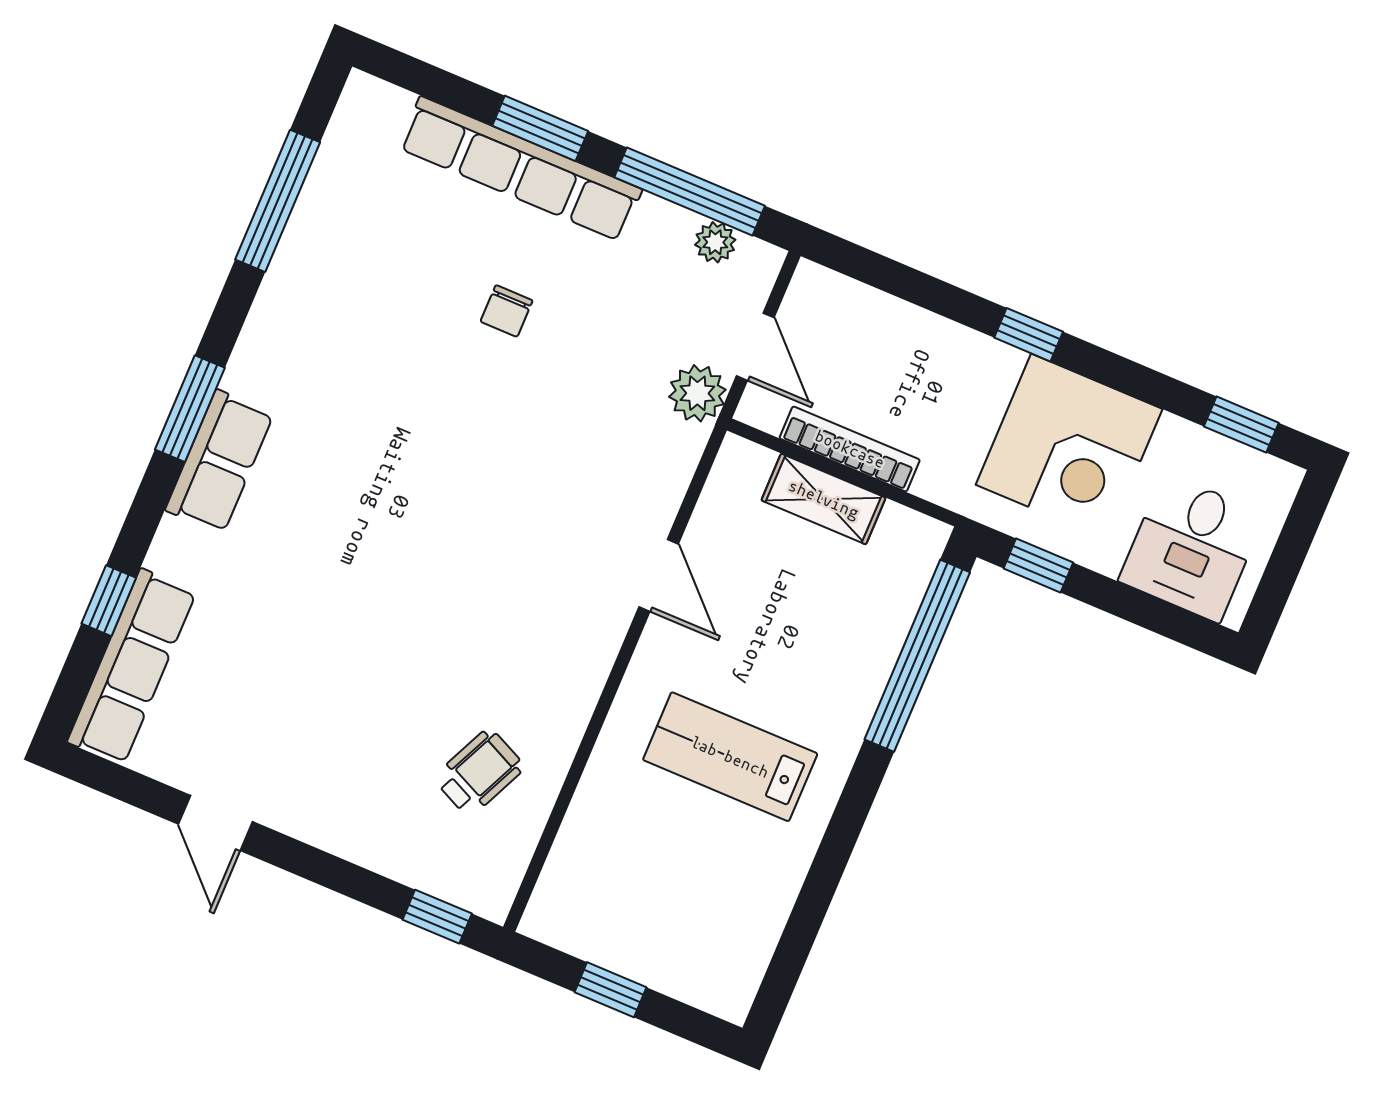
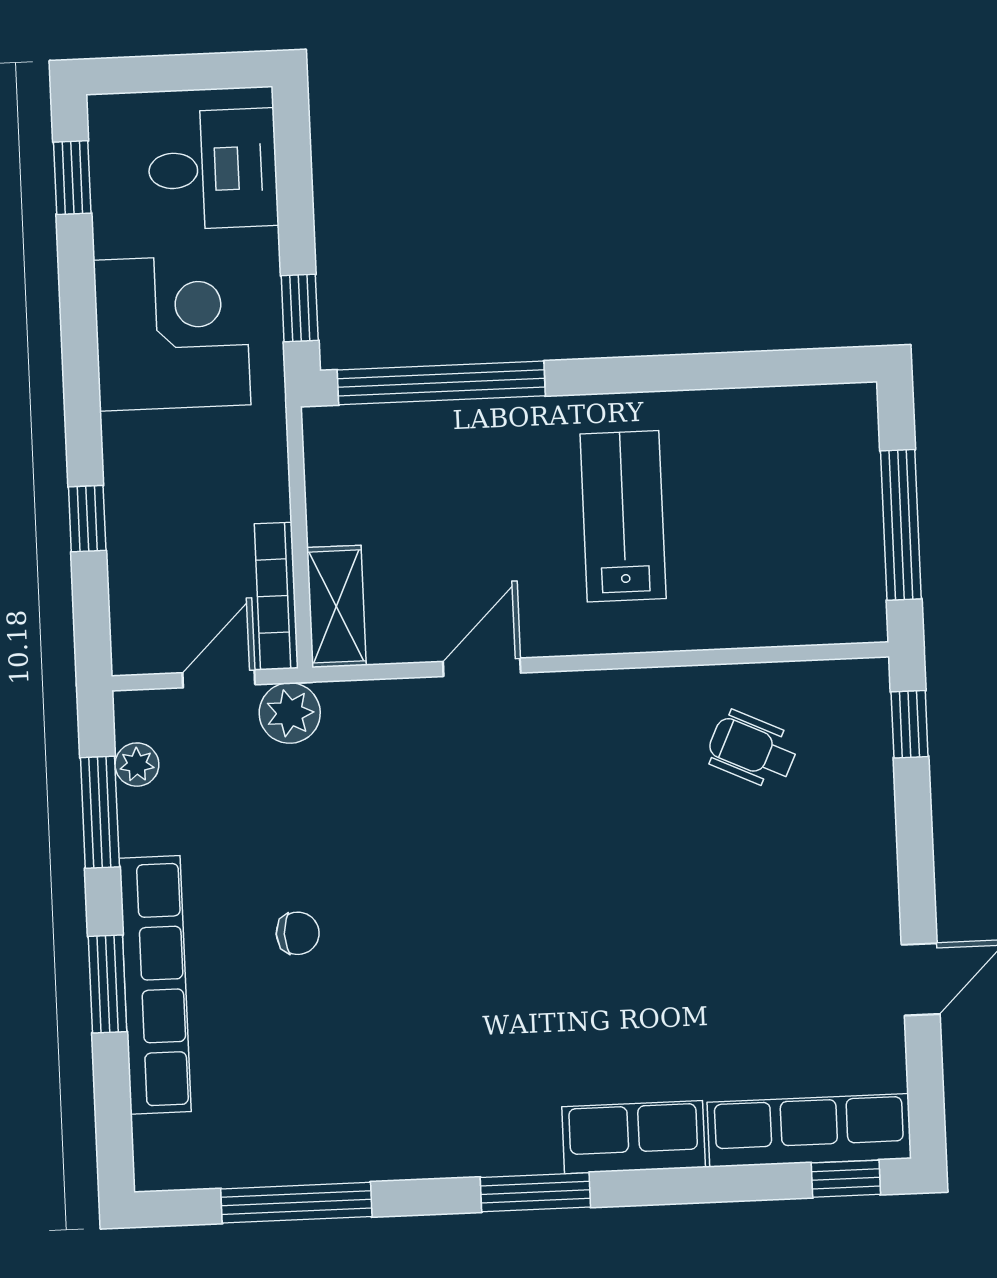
window: (690, 192) -> (100, 812), width x0.69
window: (1029, 335) -> (87, 519), moved
bookcase: (850, 449) -> (276, 596), moved
row of seats: (220, 462) -> (634, 1137), moved
shelving: (824, 499) -> (336, 606), moved
window: (109, 601) -> (846, 1179), moved
lab bench: (730, 757) -> (623, 516), turned 180
window: (610, 990) -> (901, 525), width x2.17

